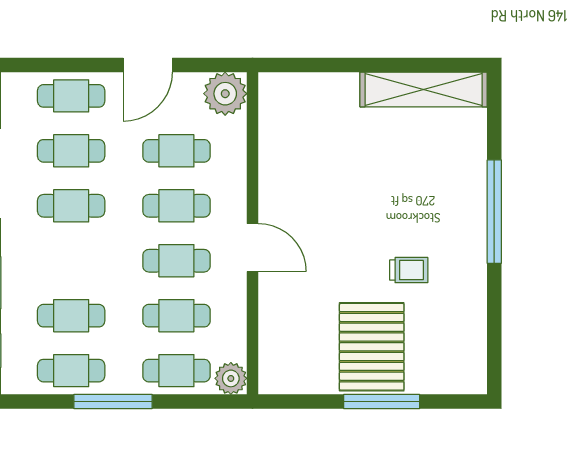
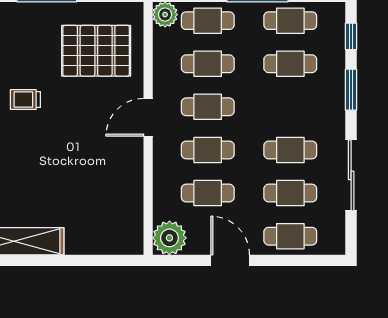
door: (148, 65) -> (230, 260), hinge flipped
door: (252, 248) -> (148, 117), hinge flipped
pallet: (372, 347) -> (96, 51), moved, turned 90

